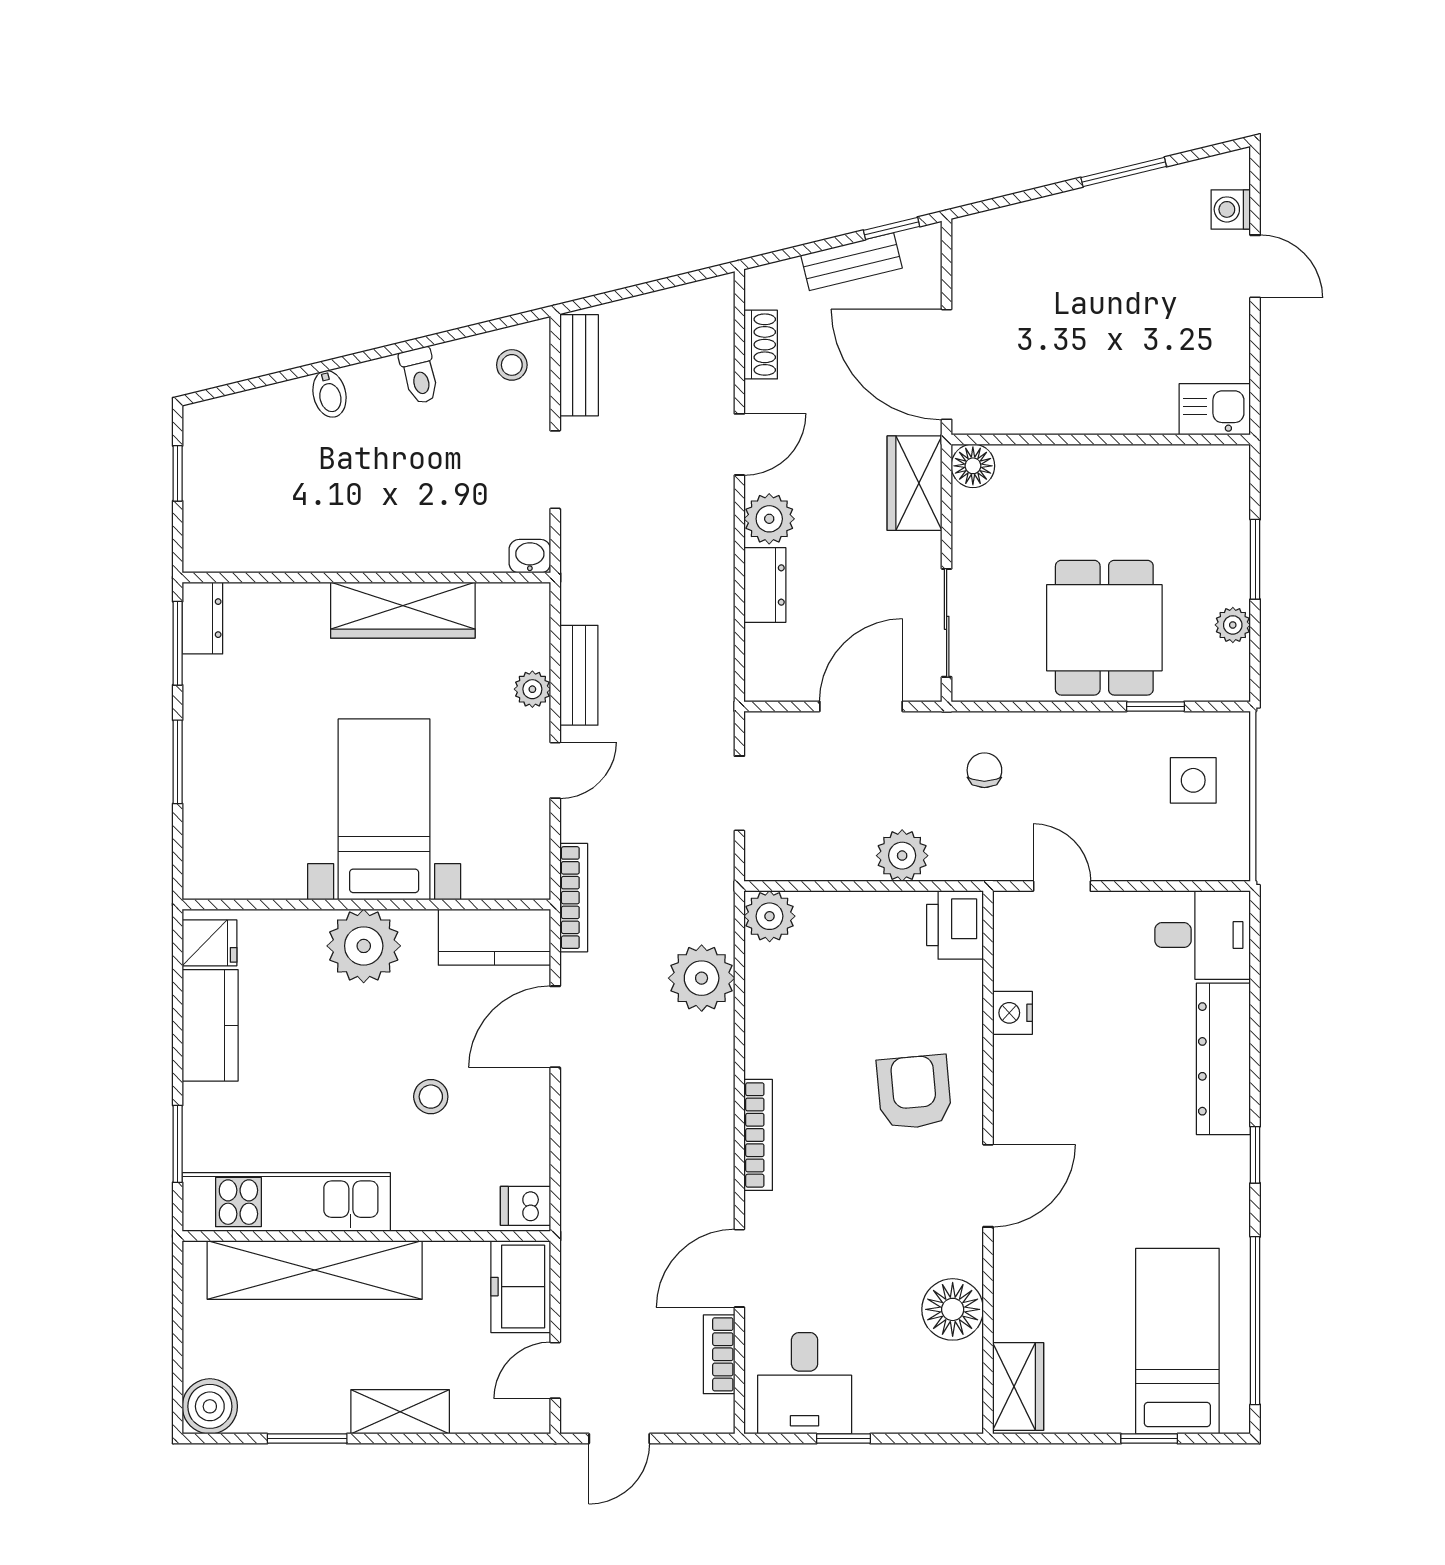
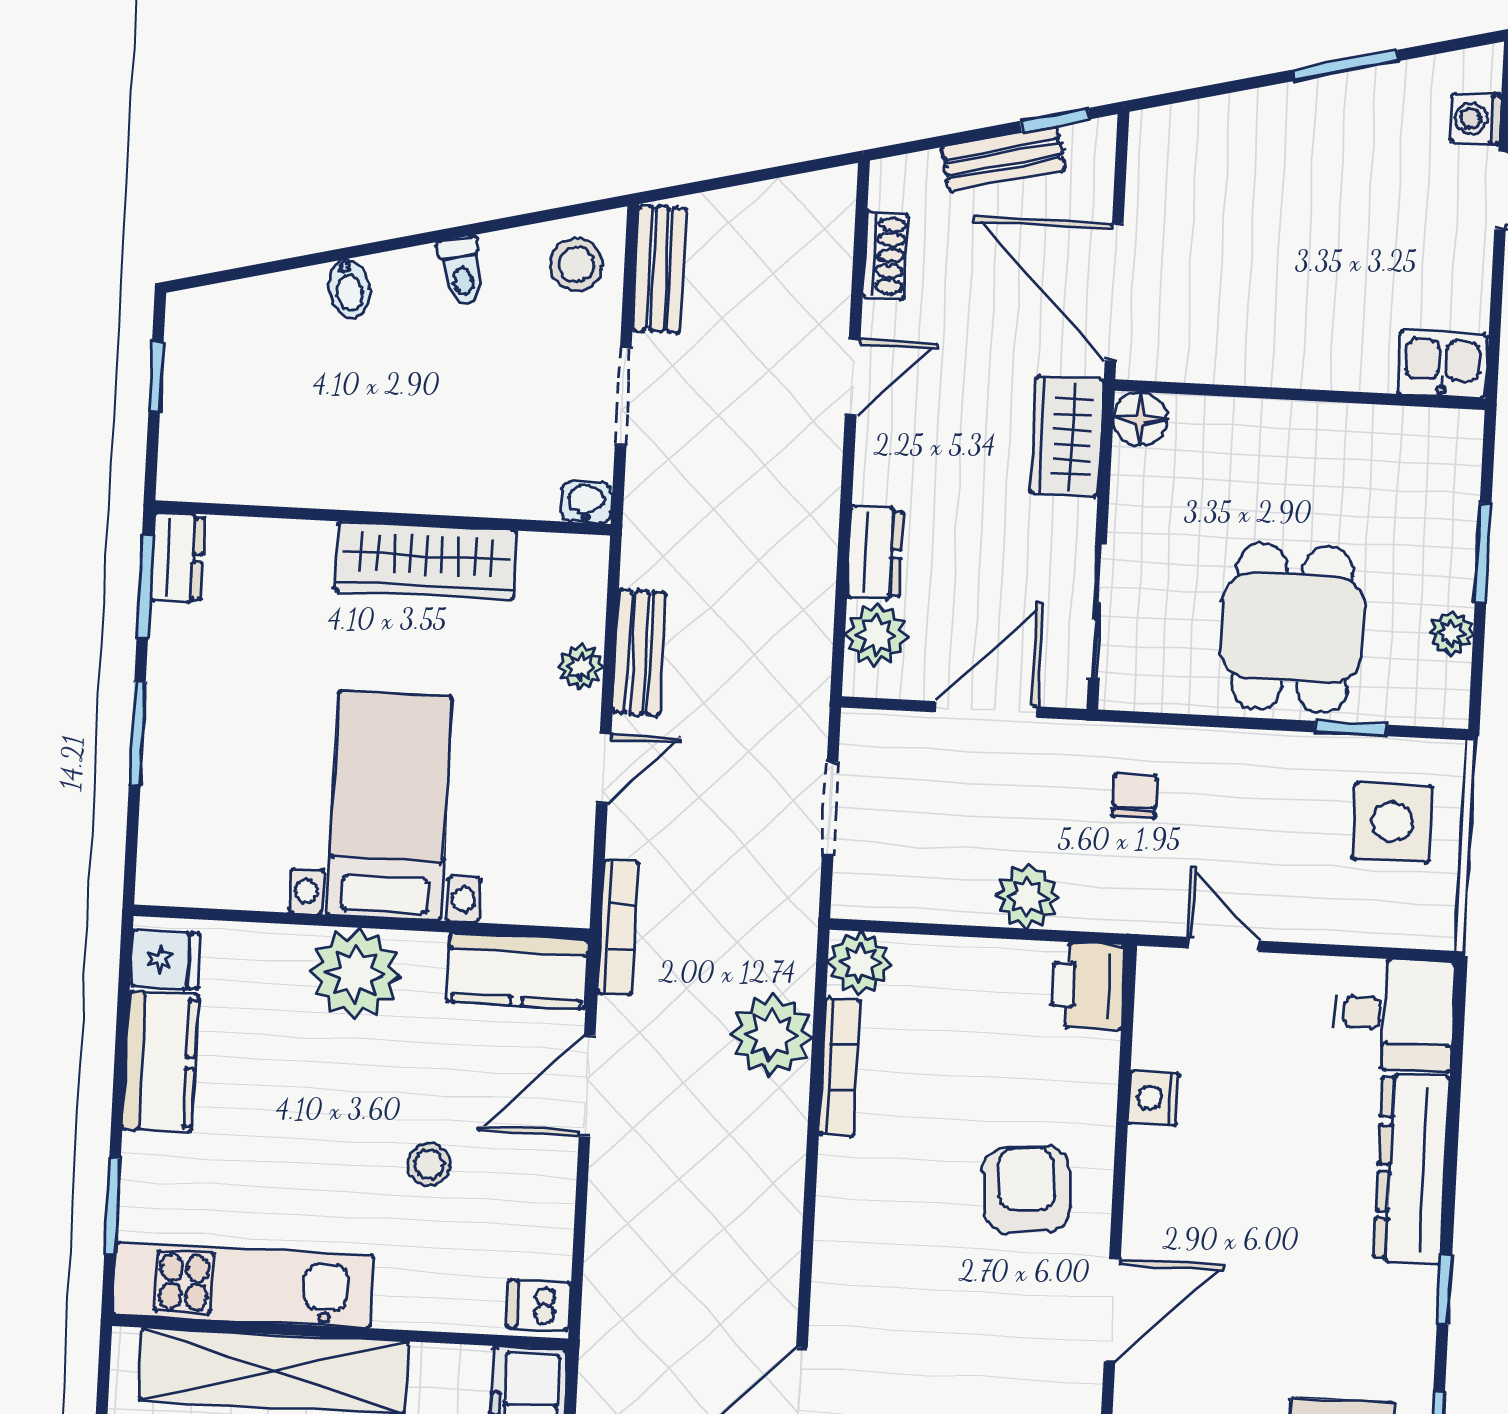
stool: (512, 365) -> (576, 264), width x1.37, depth x1.37
plant: (769, 519) -> (876, 635), moved
side table: (1193, 780) -> (1392, 822), width x1.37, depth x1.37
bookcase: (758, 1135) -> (840, 1067), moved

